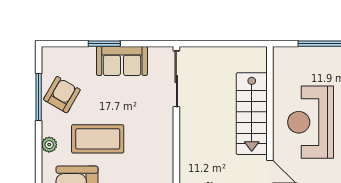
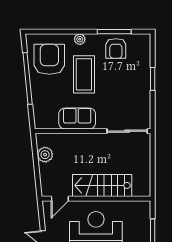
sofa: (122, 61) -> (77, 118), moved, turned 90
armchair: (62, 95) -> (116, 48), turned 60

